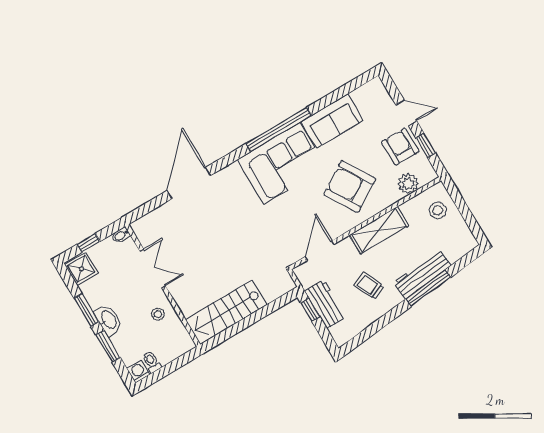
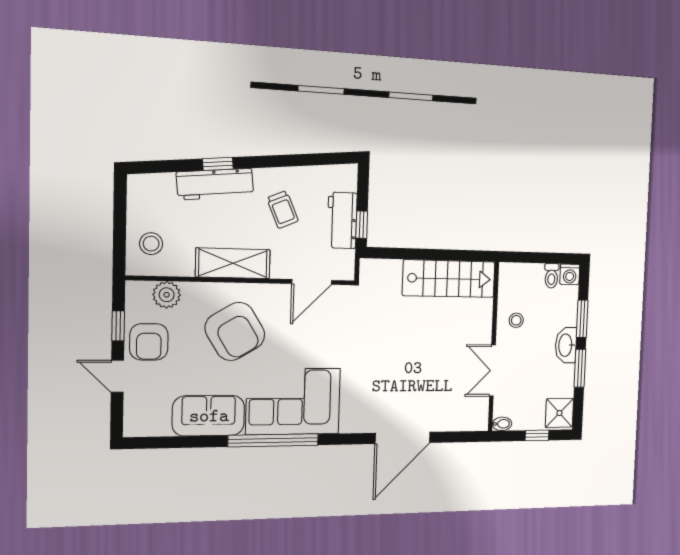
window: (428, 288) -> (218, 164), width x0.46

